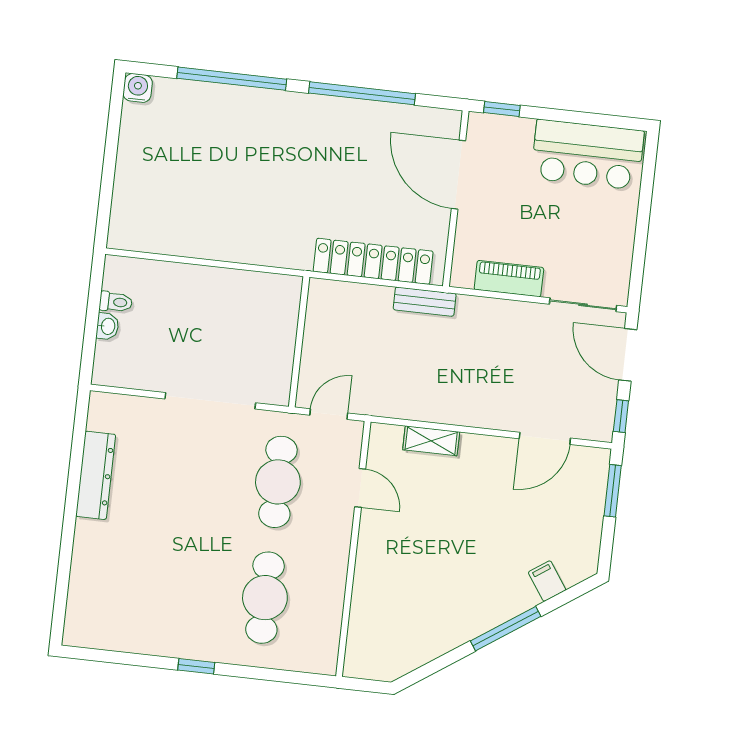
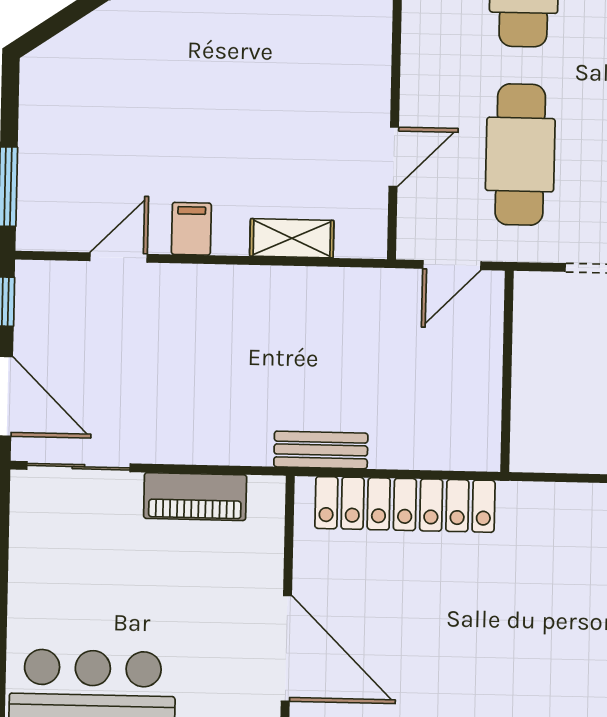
door: (545, 438) -> (119, 257), width x0.73
door: (360, 488) -> (394, 157), swing flipped
filing cabinet: (547, 581) -> (191, 229), moved, turned -146

